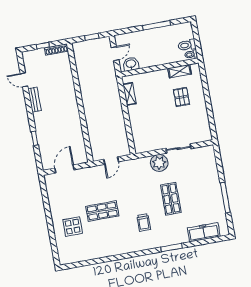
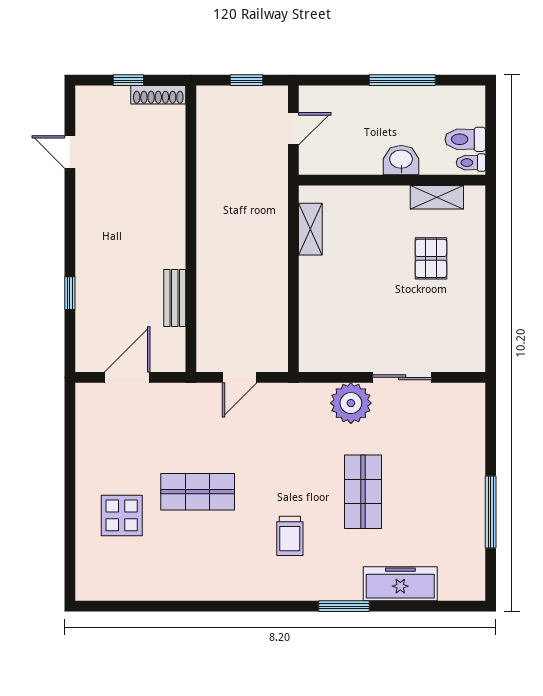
washbasin: (131, 64) -> (401, 160), moved
bench: (35, 100) -> (175, 298), moved
freezer: (204, 232) -> (400, 584), moved

